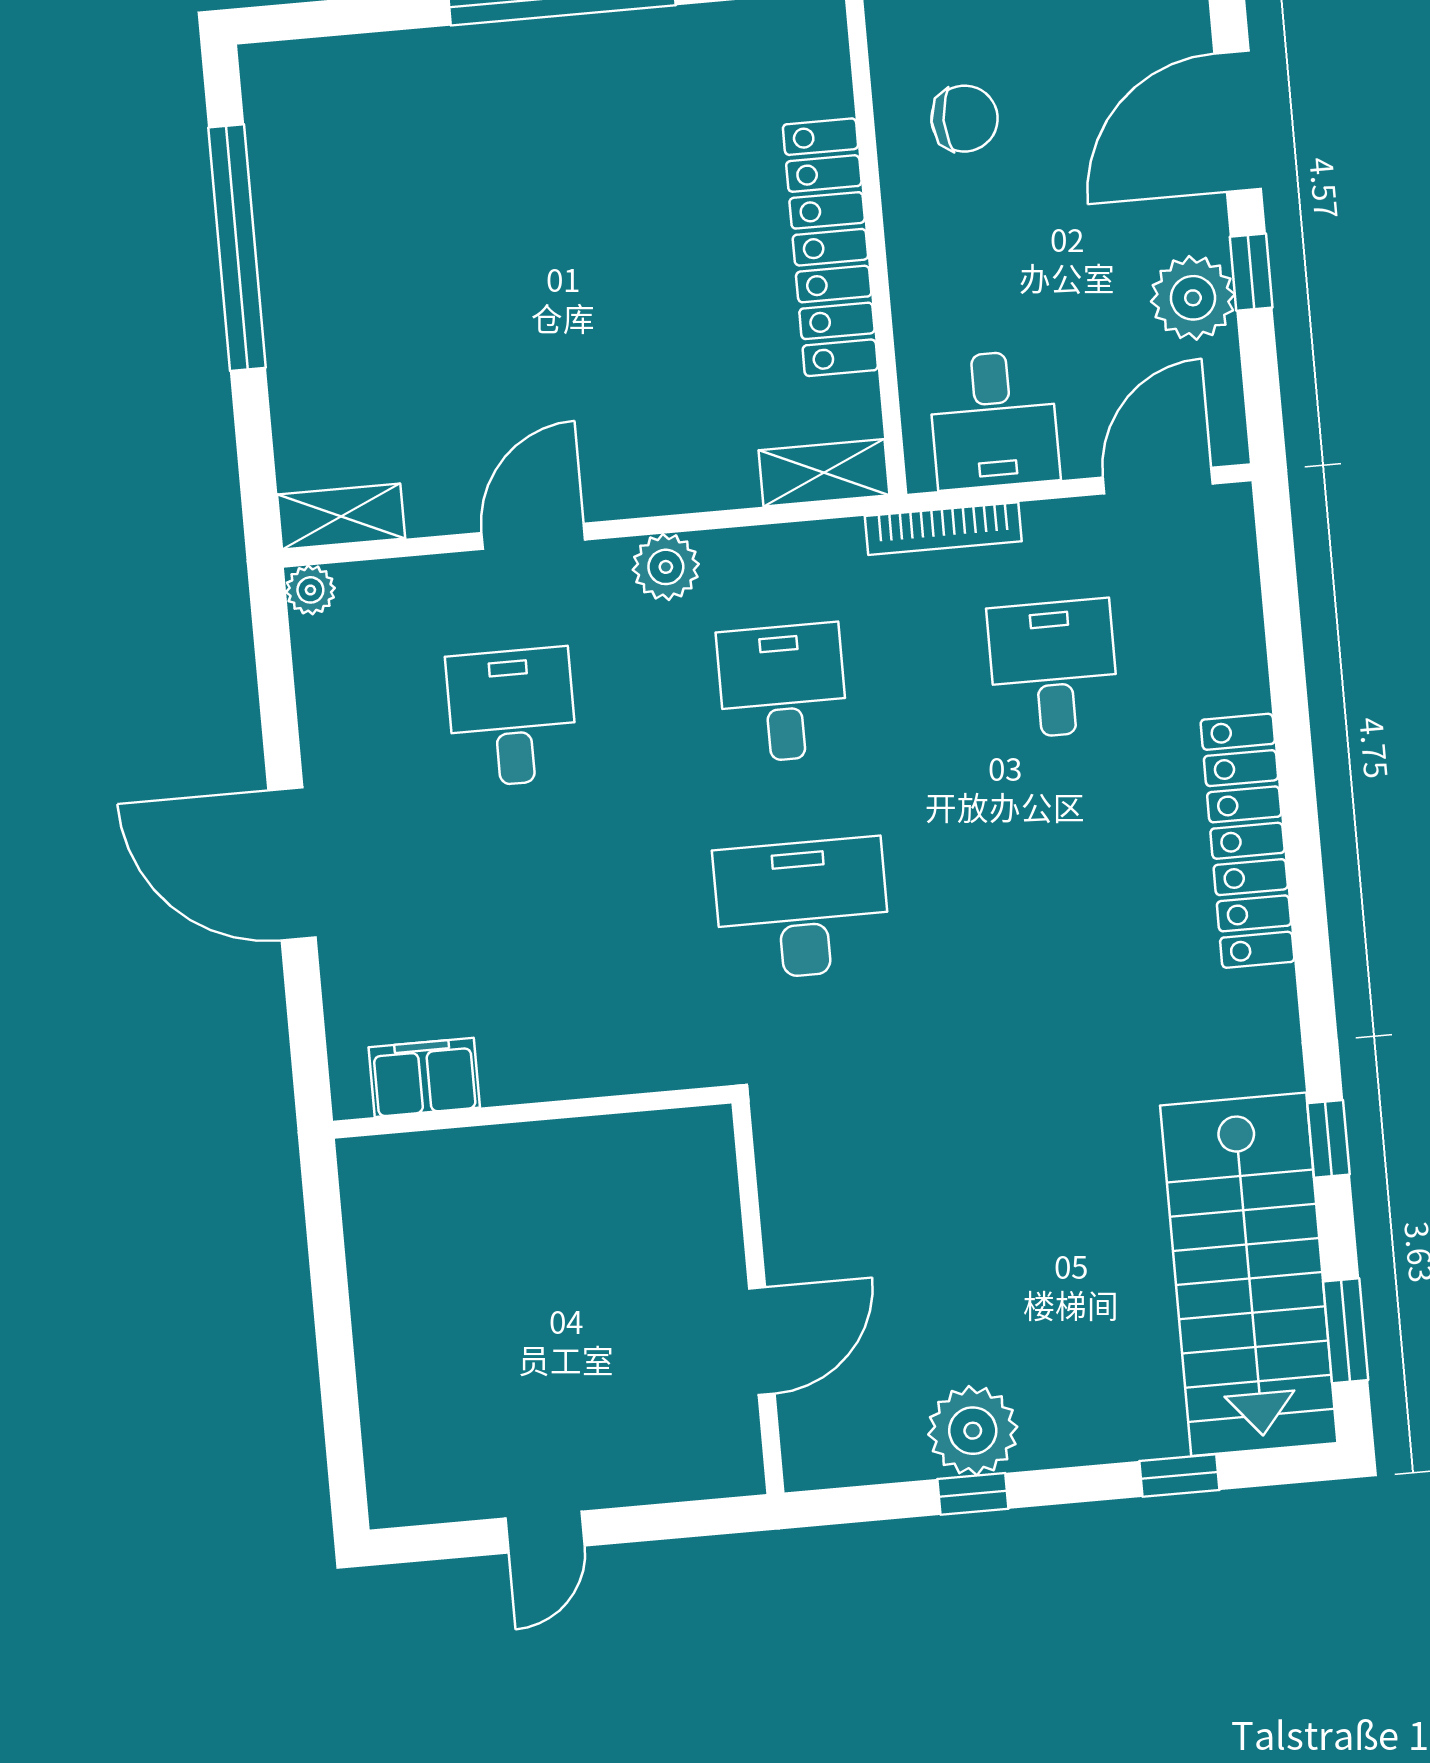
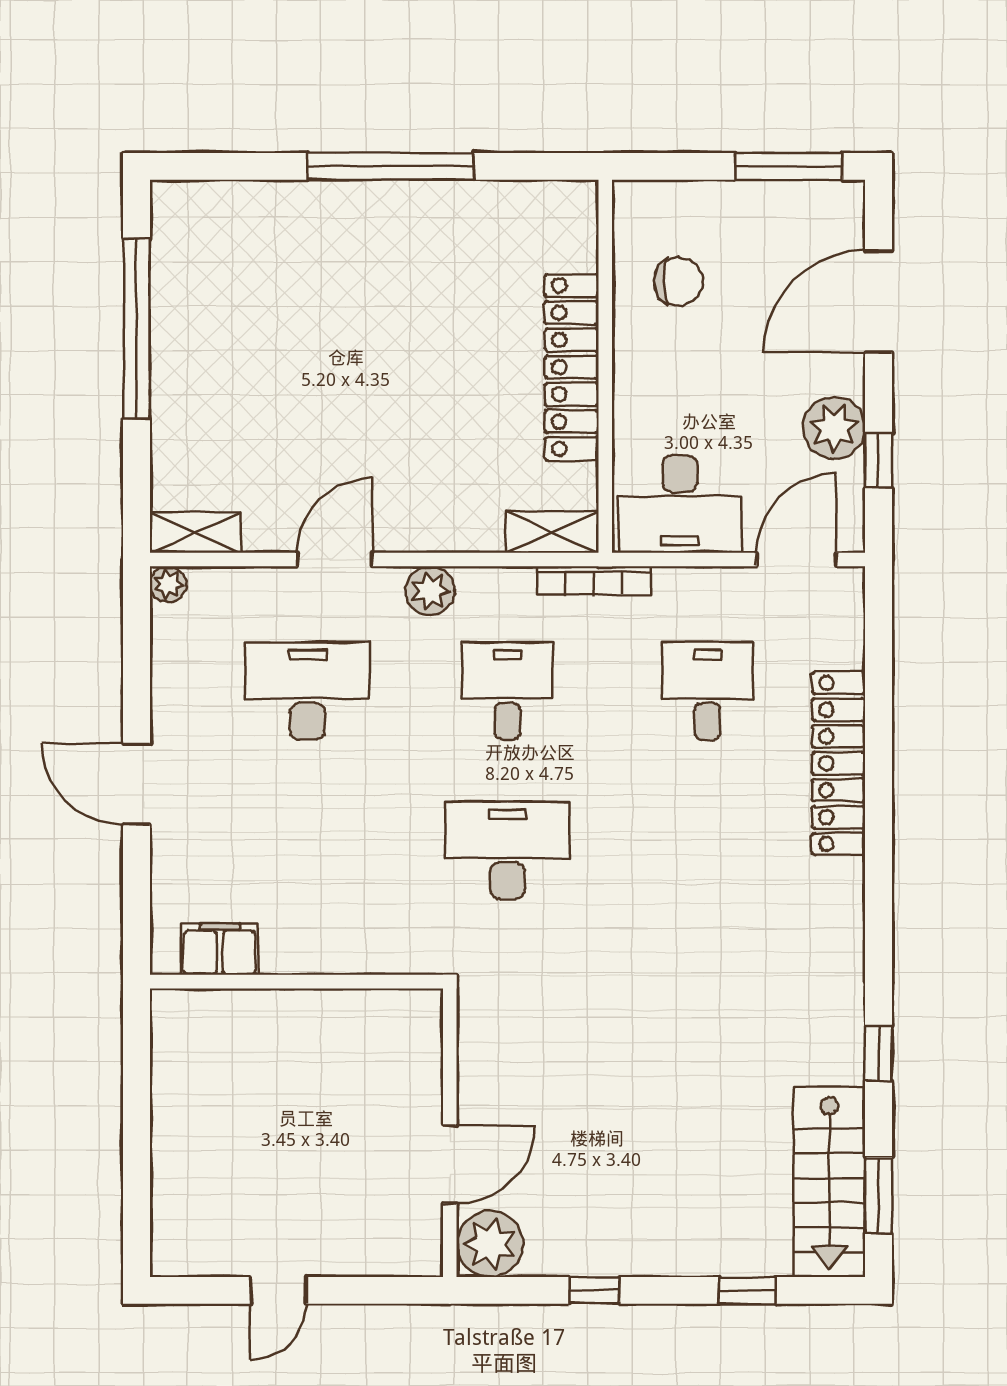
window: (1251, 272) -> (878, 460), moved
desk: (994, 420) -> (680, 504), width x1.37
bookcase: (943, 529) -> (594, 581), moved
desk: (512, 717) -> (308, 691), width x1.37
locker: (1247, 841) -> (839, 763), moved
door: (292, 864) -> (137, 784), width x0.73
stairs: (1249, 1274) -> (829, 1182), width x0.73, depth x0.66
plant: (973, 1431) -> (490, 1244), moved

